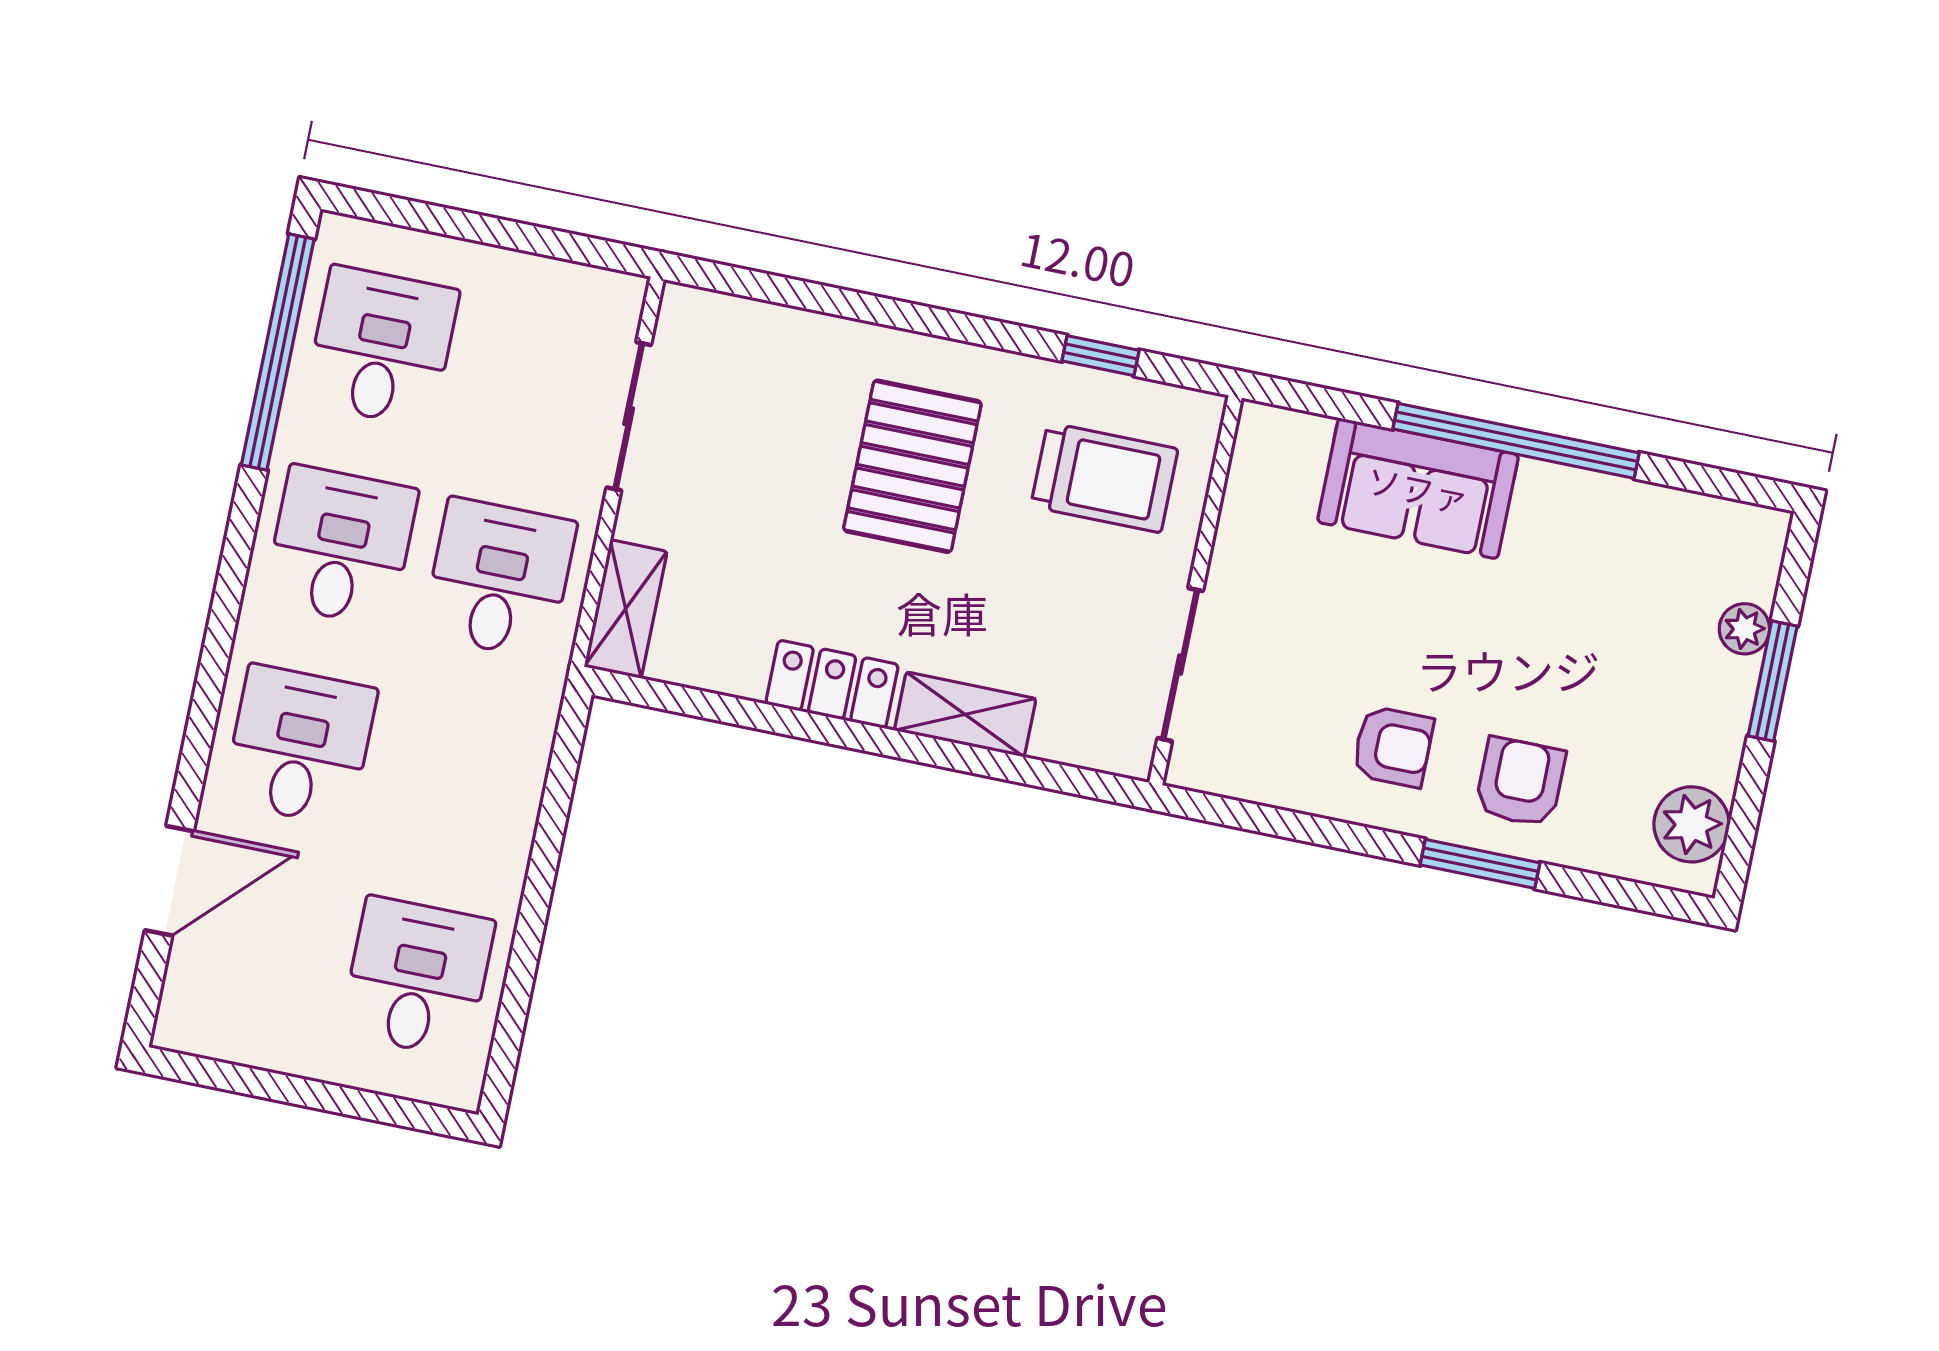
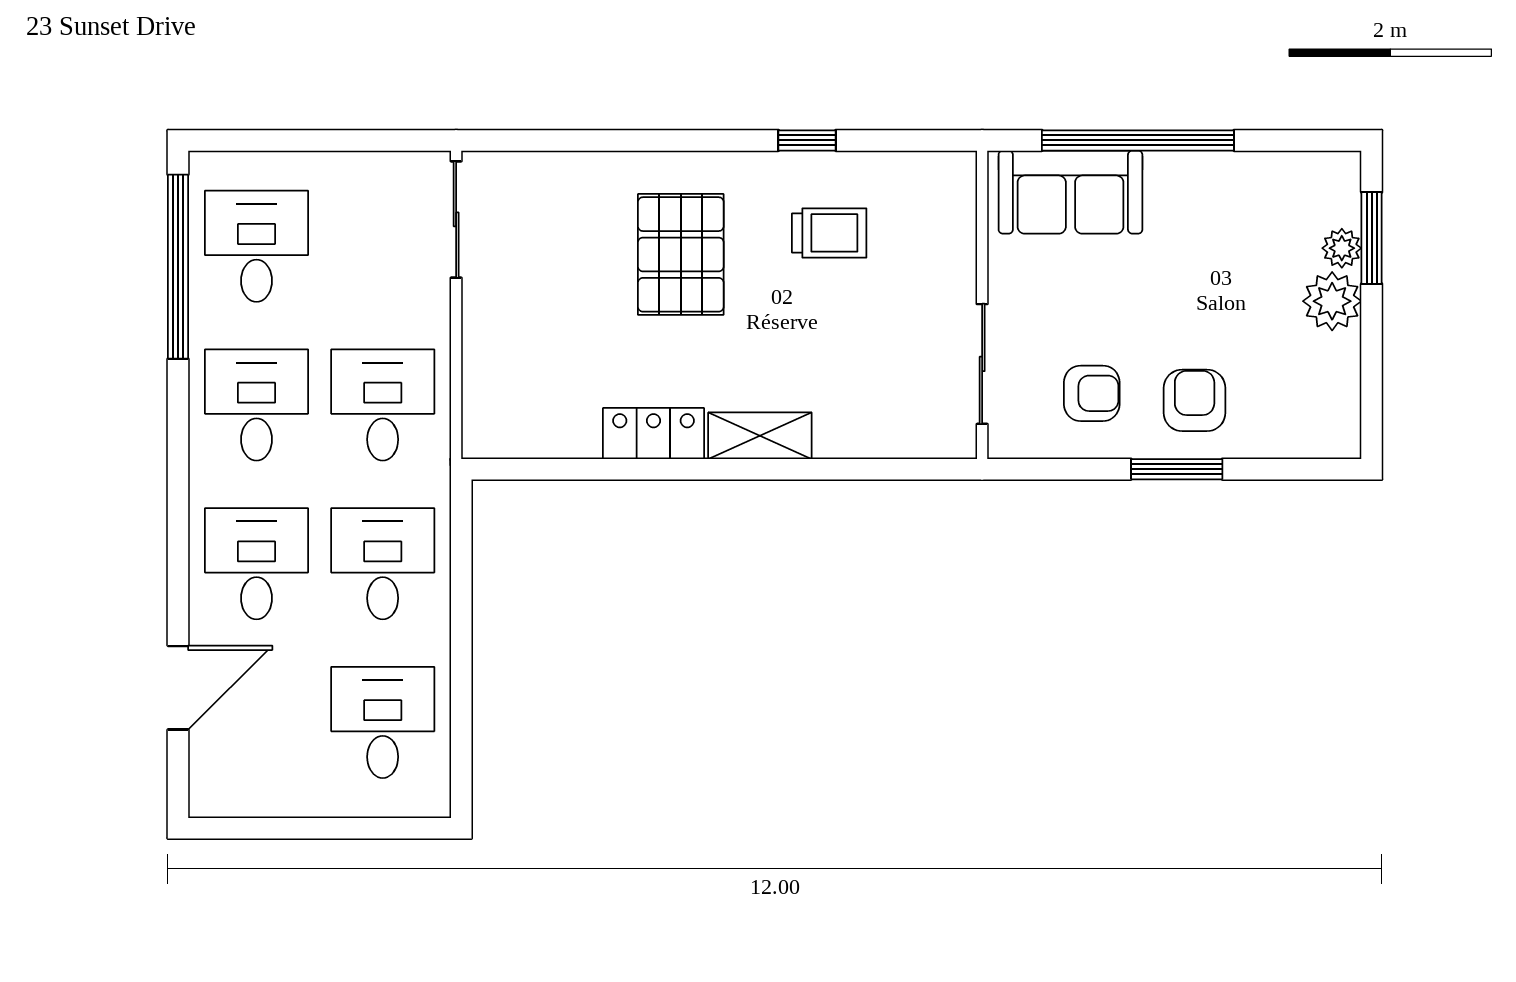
sliding door: (629, 416) -> (456, 219), moved
trolley: (1104, 478) -> (829, 233), width x0.73, depth x0.72
wall: (1195, 590) -> (982, 305), moved
shelving: (626, 609) -> (484, 408), removed
sliding door: (1180, 665) -> (982, 364), moved
window: (1773, 681) -> (1372, 238), moved
desk: (458, 778) -> (383, 564), added
plant: (1692, 824) -> (1332, 301), moved

